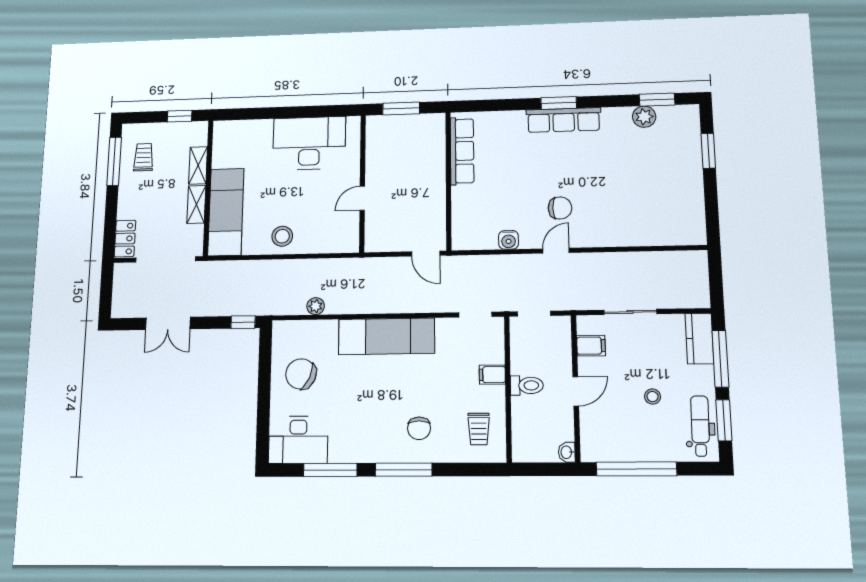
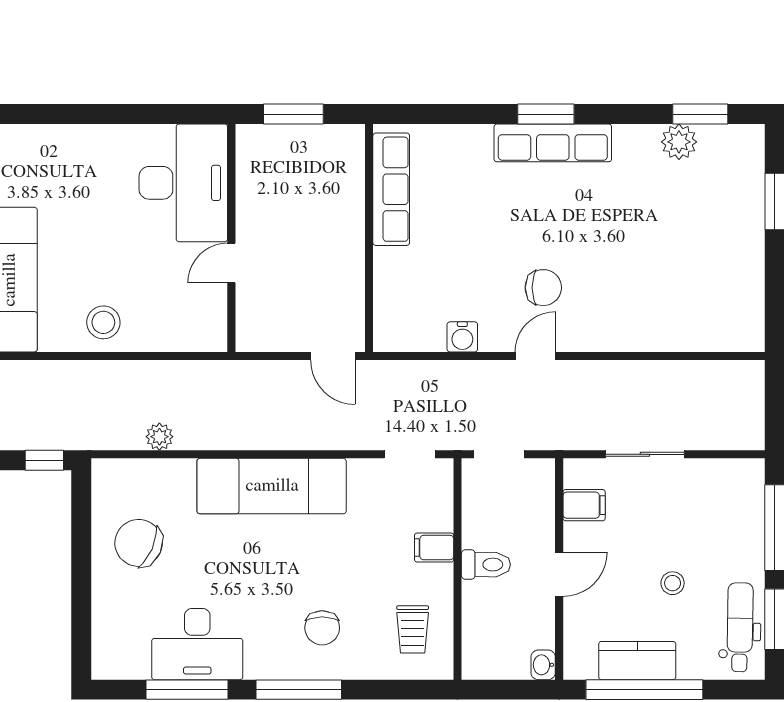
desk: (309, 143) -> (183, 183), moved, turned 90
kitchen counter: (699, 339) -> (637, 661), moved, turned 90
desk: (298, 440) -> (197, 644), moved

